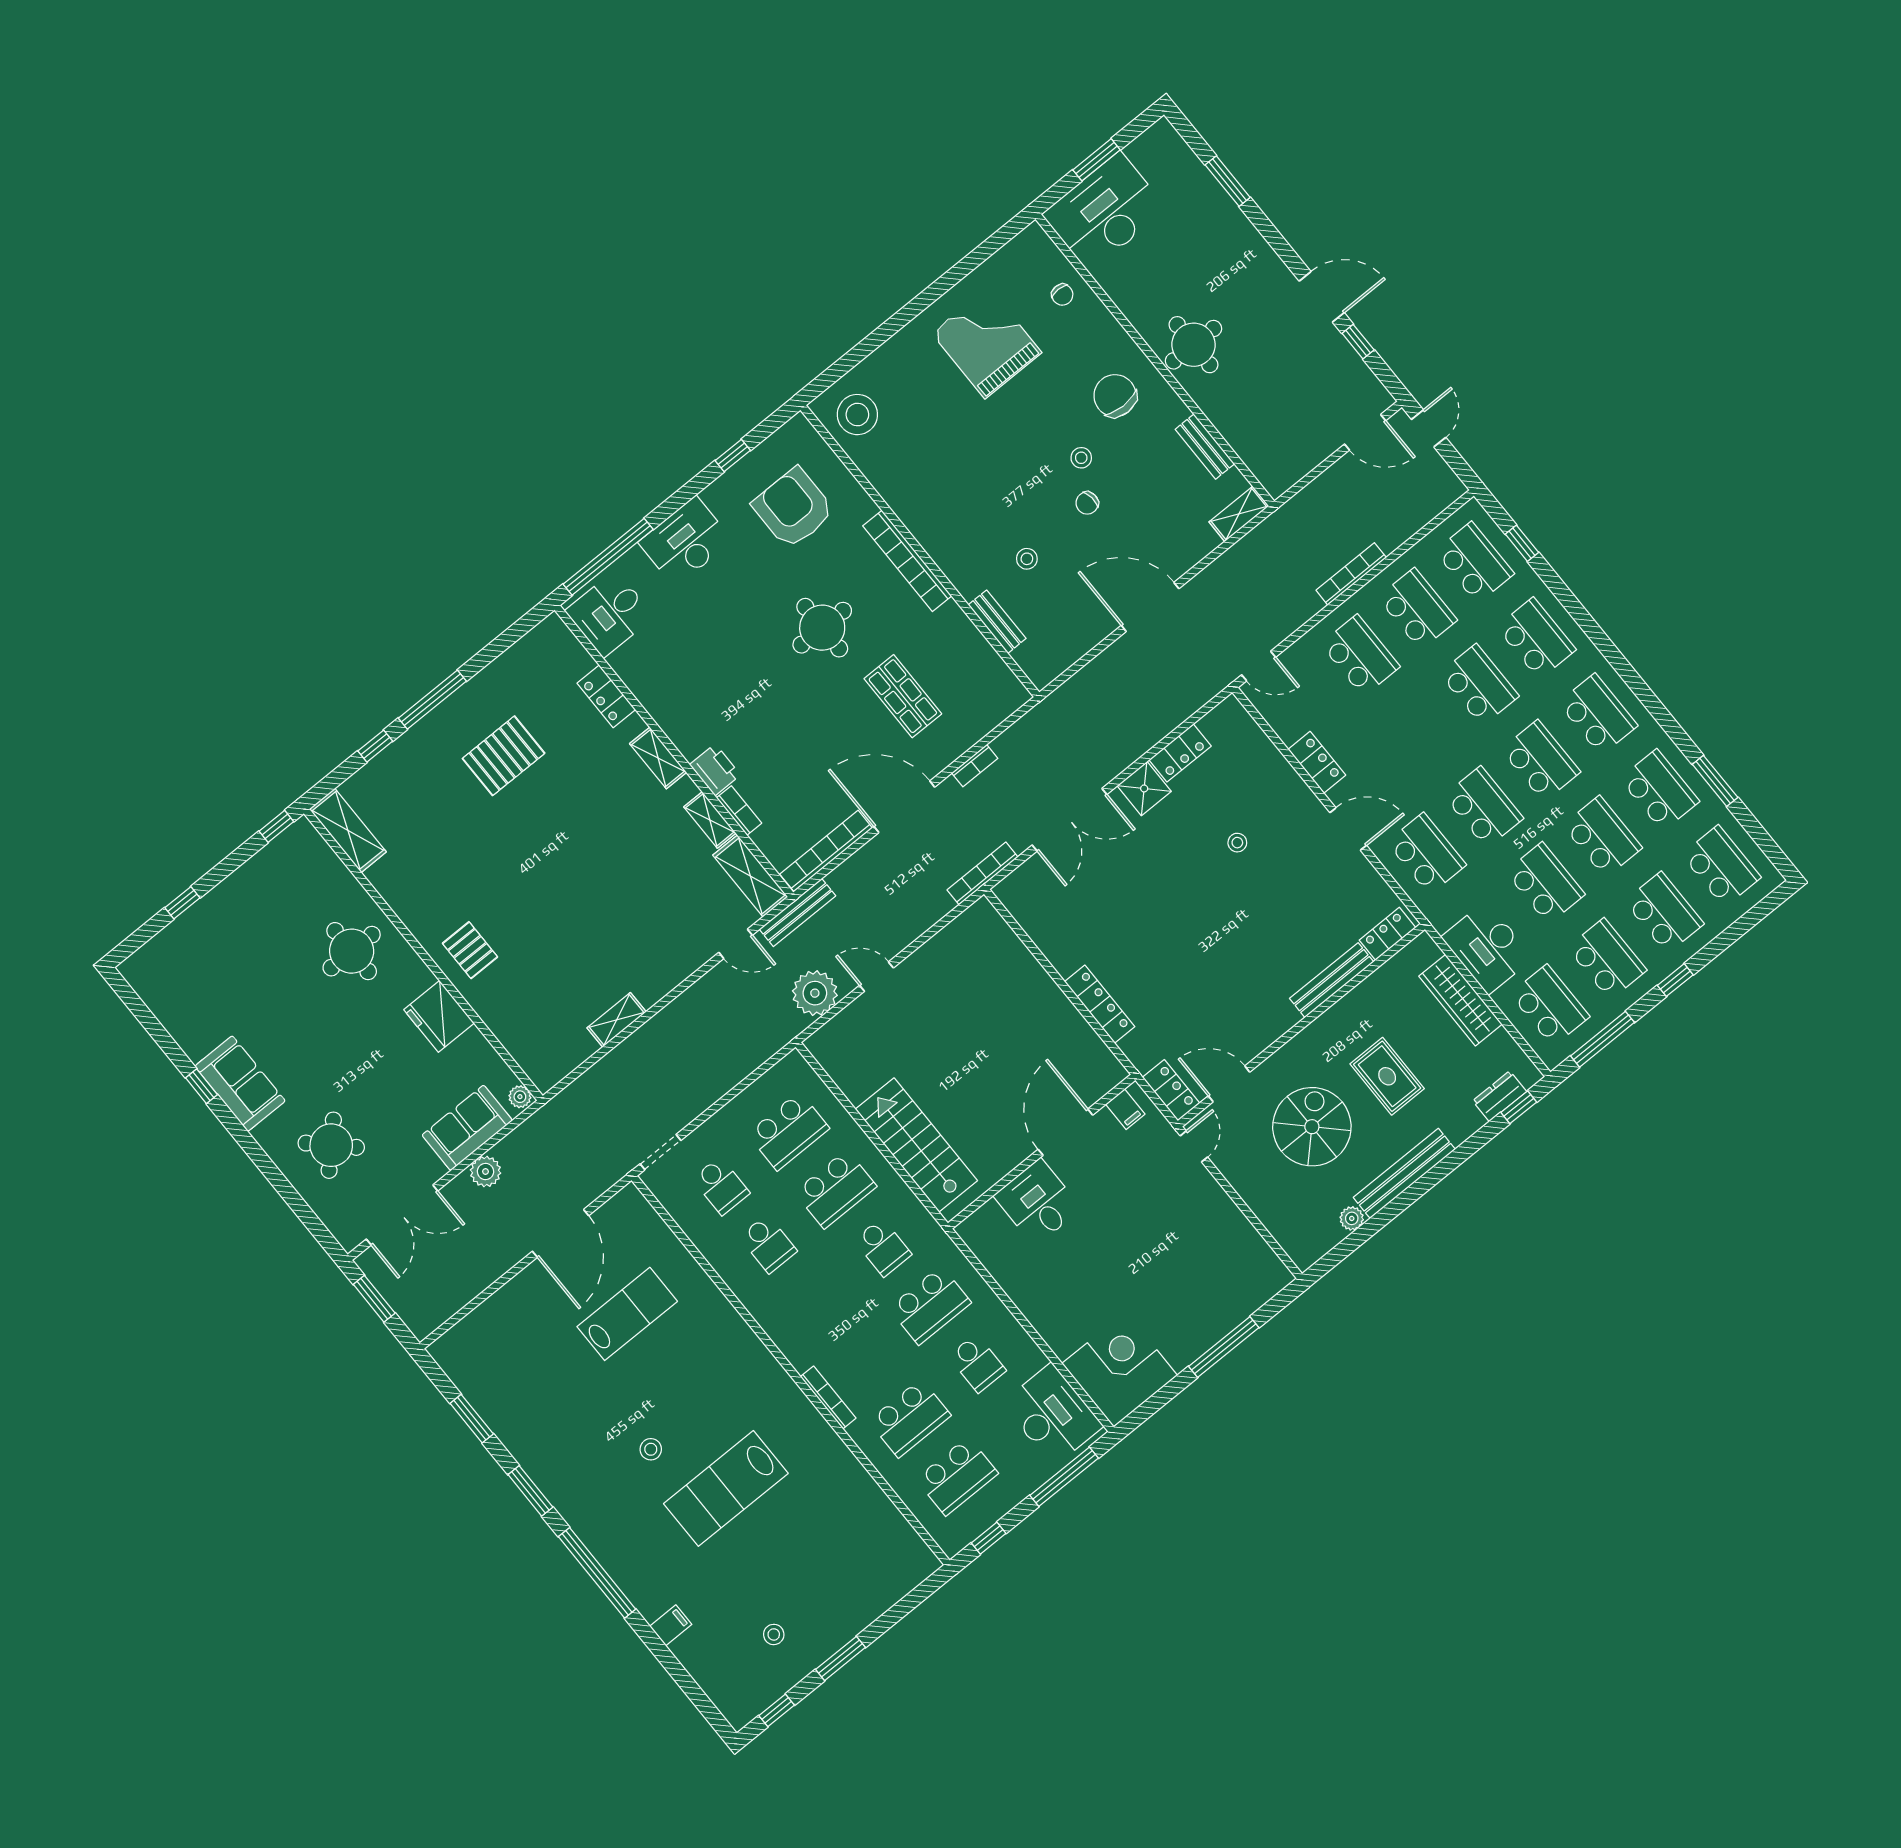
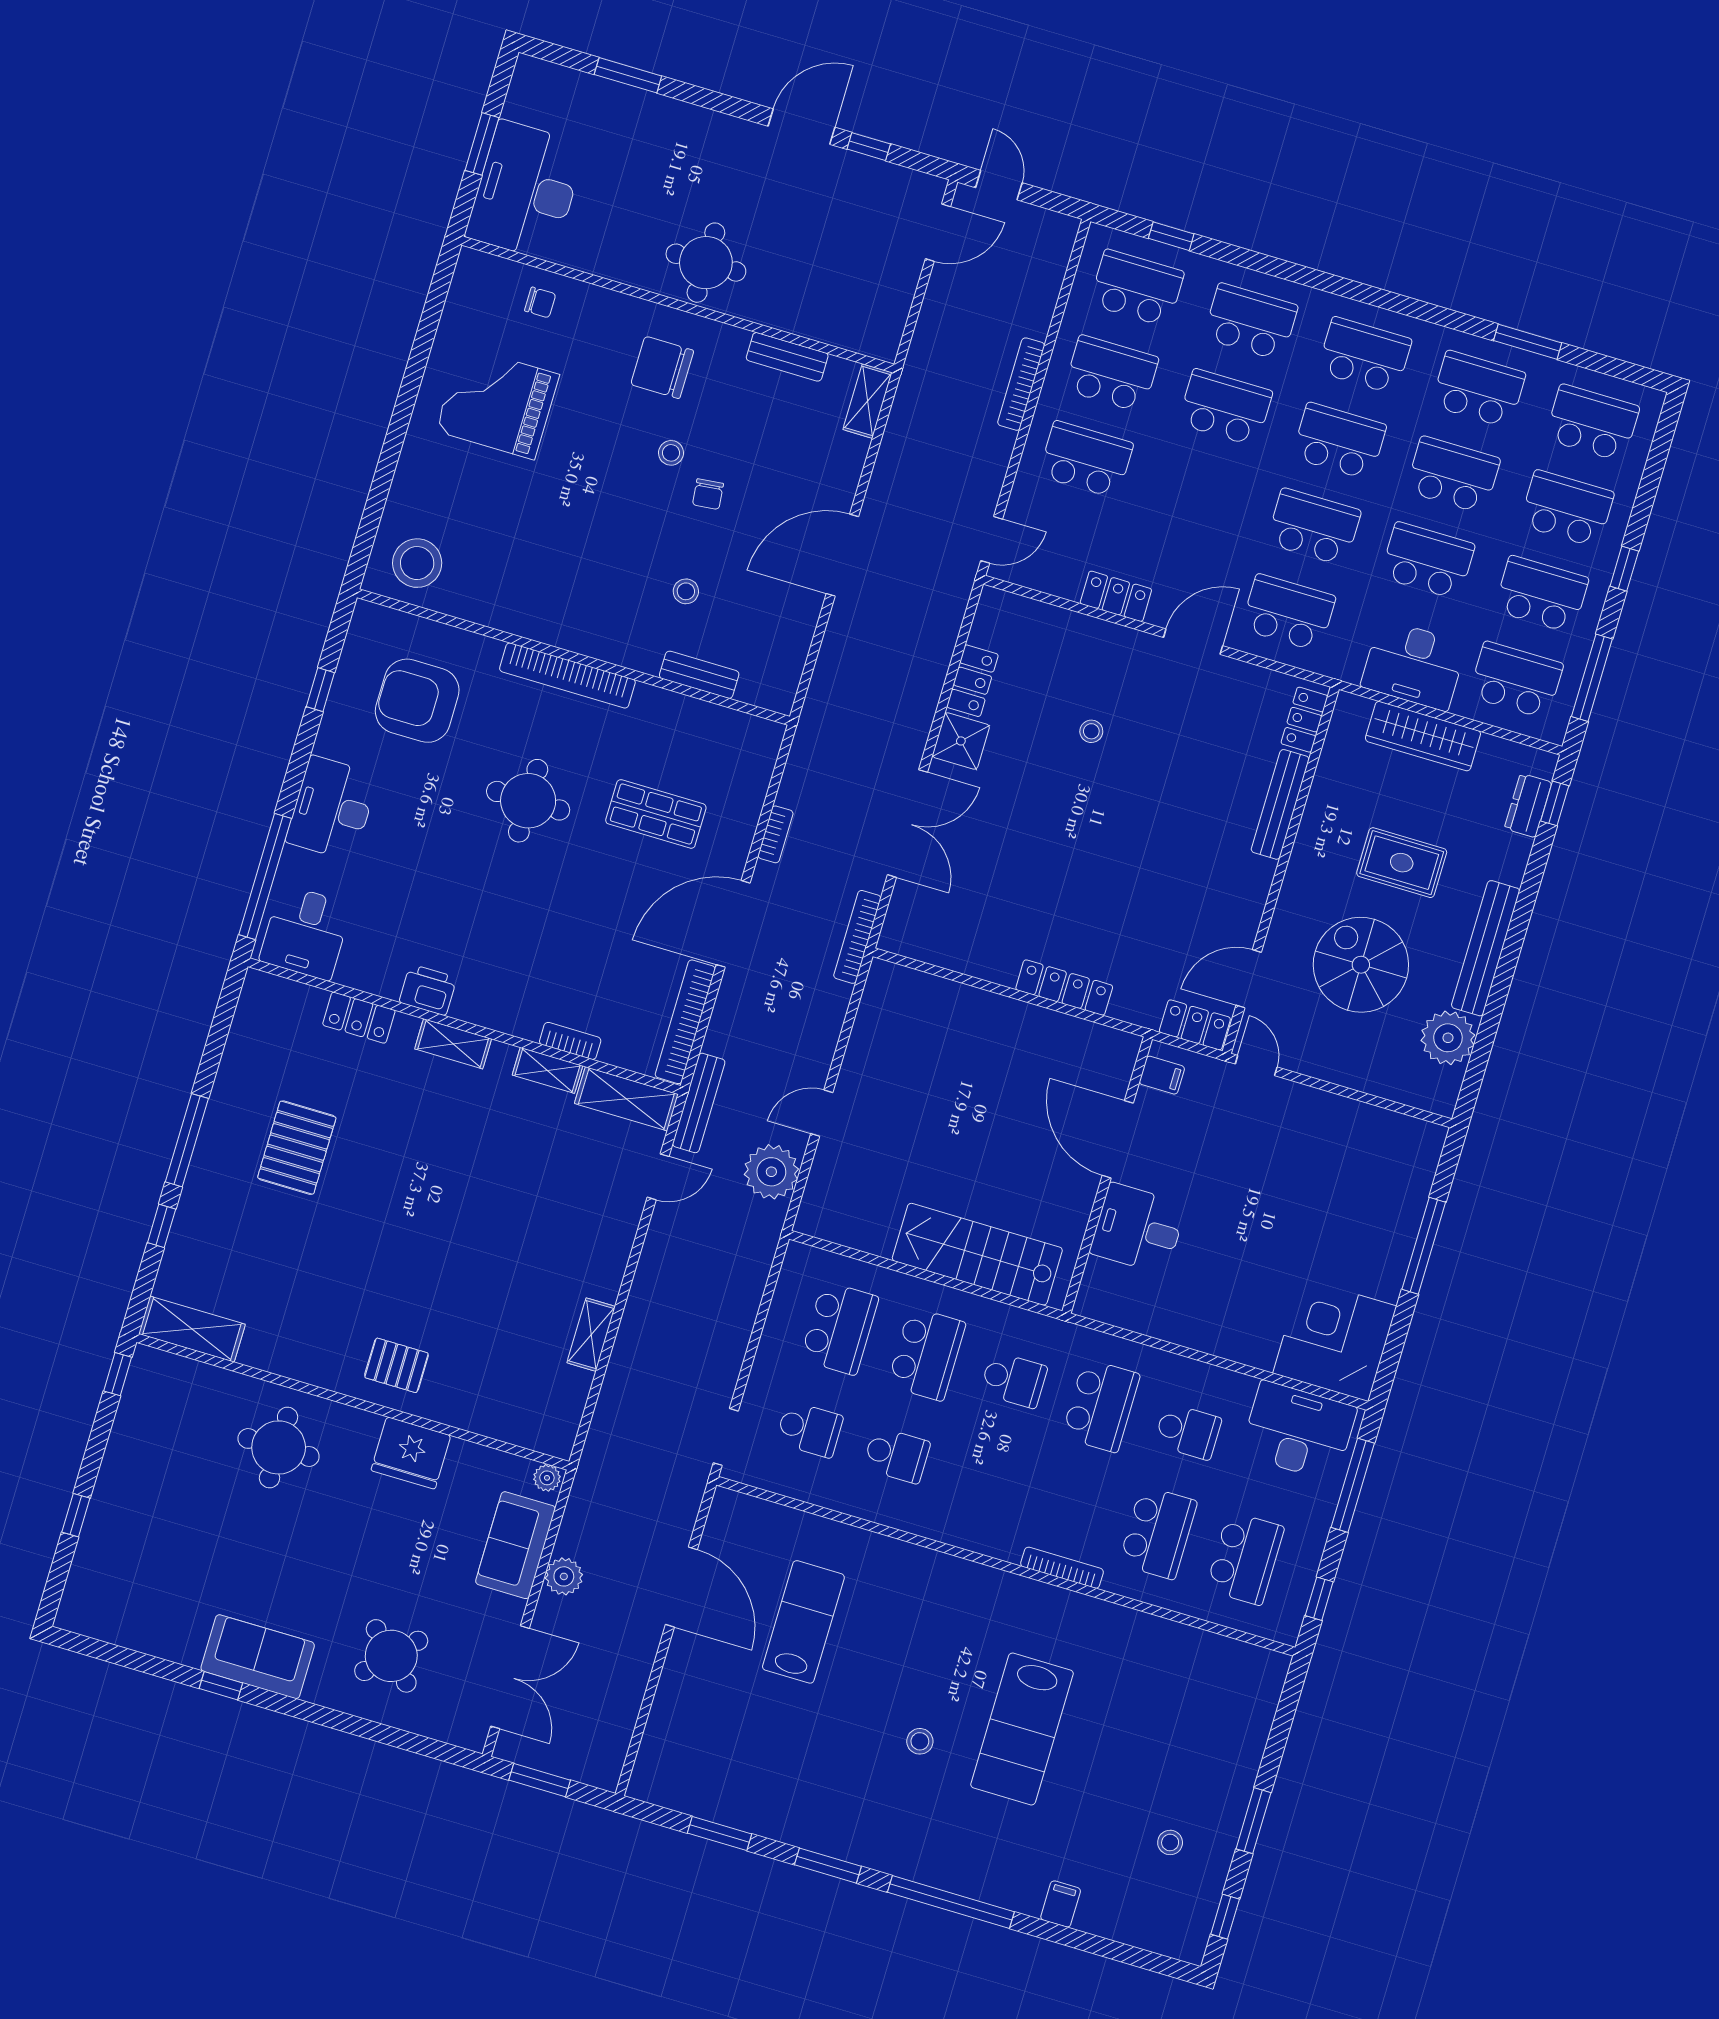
printer: (715, 770) -> (428, 990), moved
plant: (1352, 1218) -> (1448, 1038), width x1.88, depth x1.88

